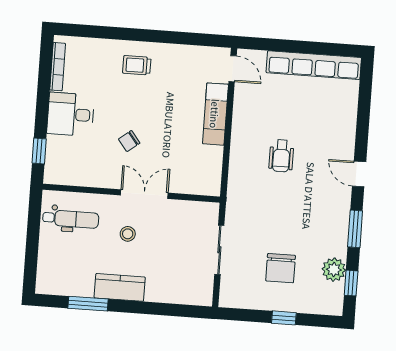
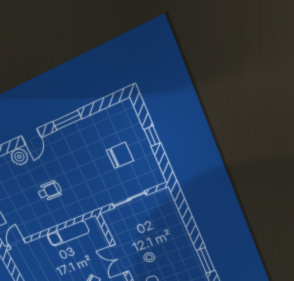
exam couch: (215, 114) -> (68, 233), moved
plant: (334, 270) -> (19, 157), moved
window: (351, 283) -> (104, 103), removed
kitchen counter: (120, 287) -> (186, 247), removed

